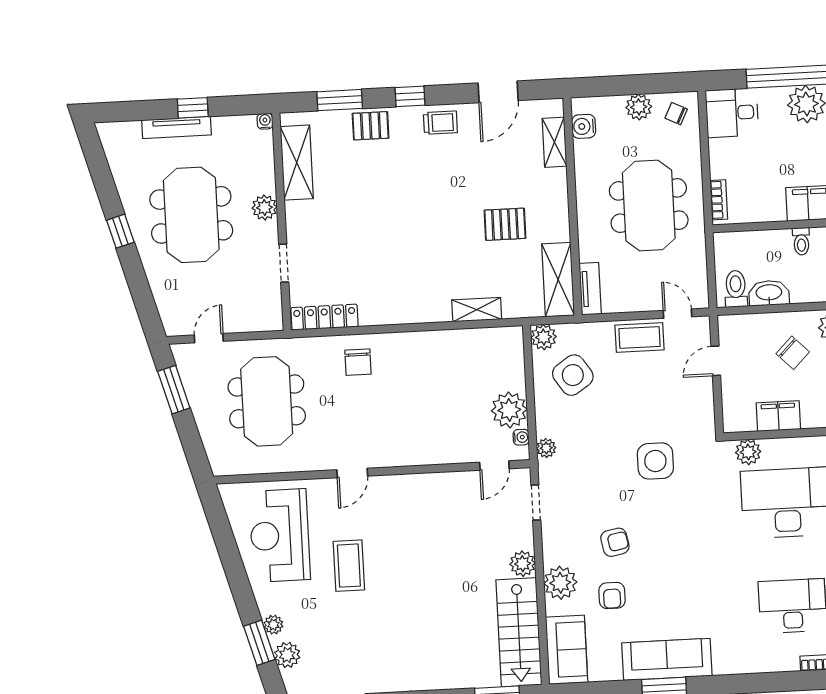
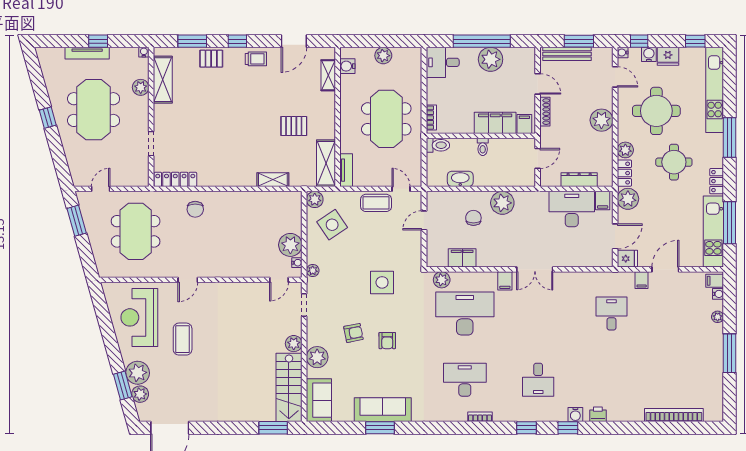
chair: (676, 114) -> (407, 61), removed
plant: (264, 207) -> (141, 87), moved
toilet: (736, 289) -> (438, 145), moved, turned 90
chair: (793, 353) -> (473, 218), turned -135
armchair: (612, 596) -> (387, 341), moved
plant: (273, 625) -> (138, 373), width x1.88, depth x1.88

